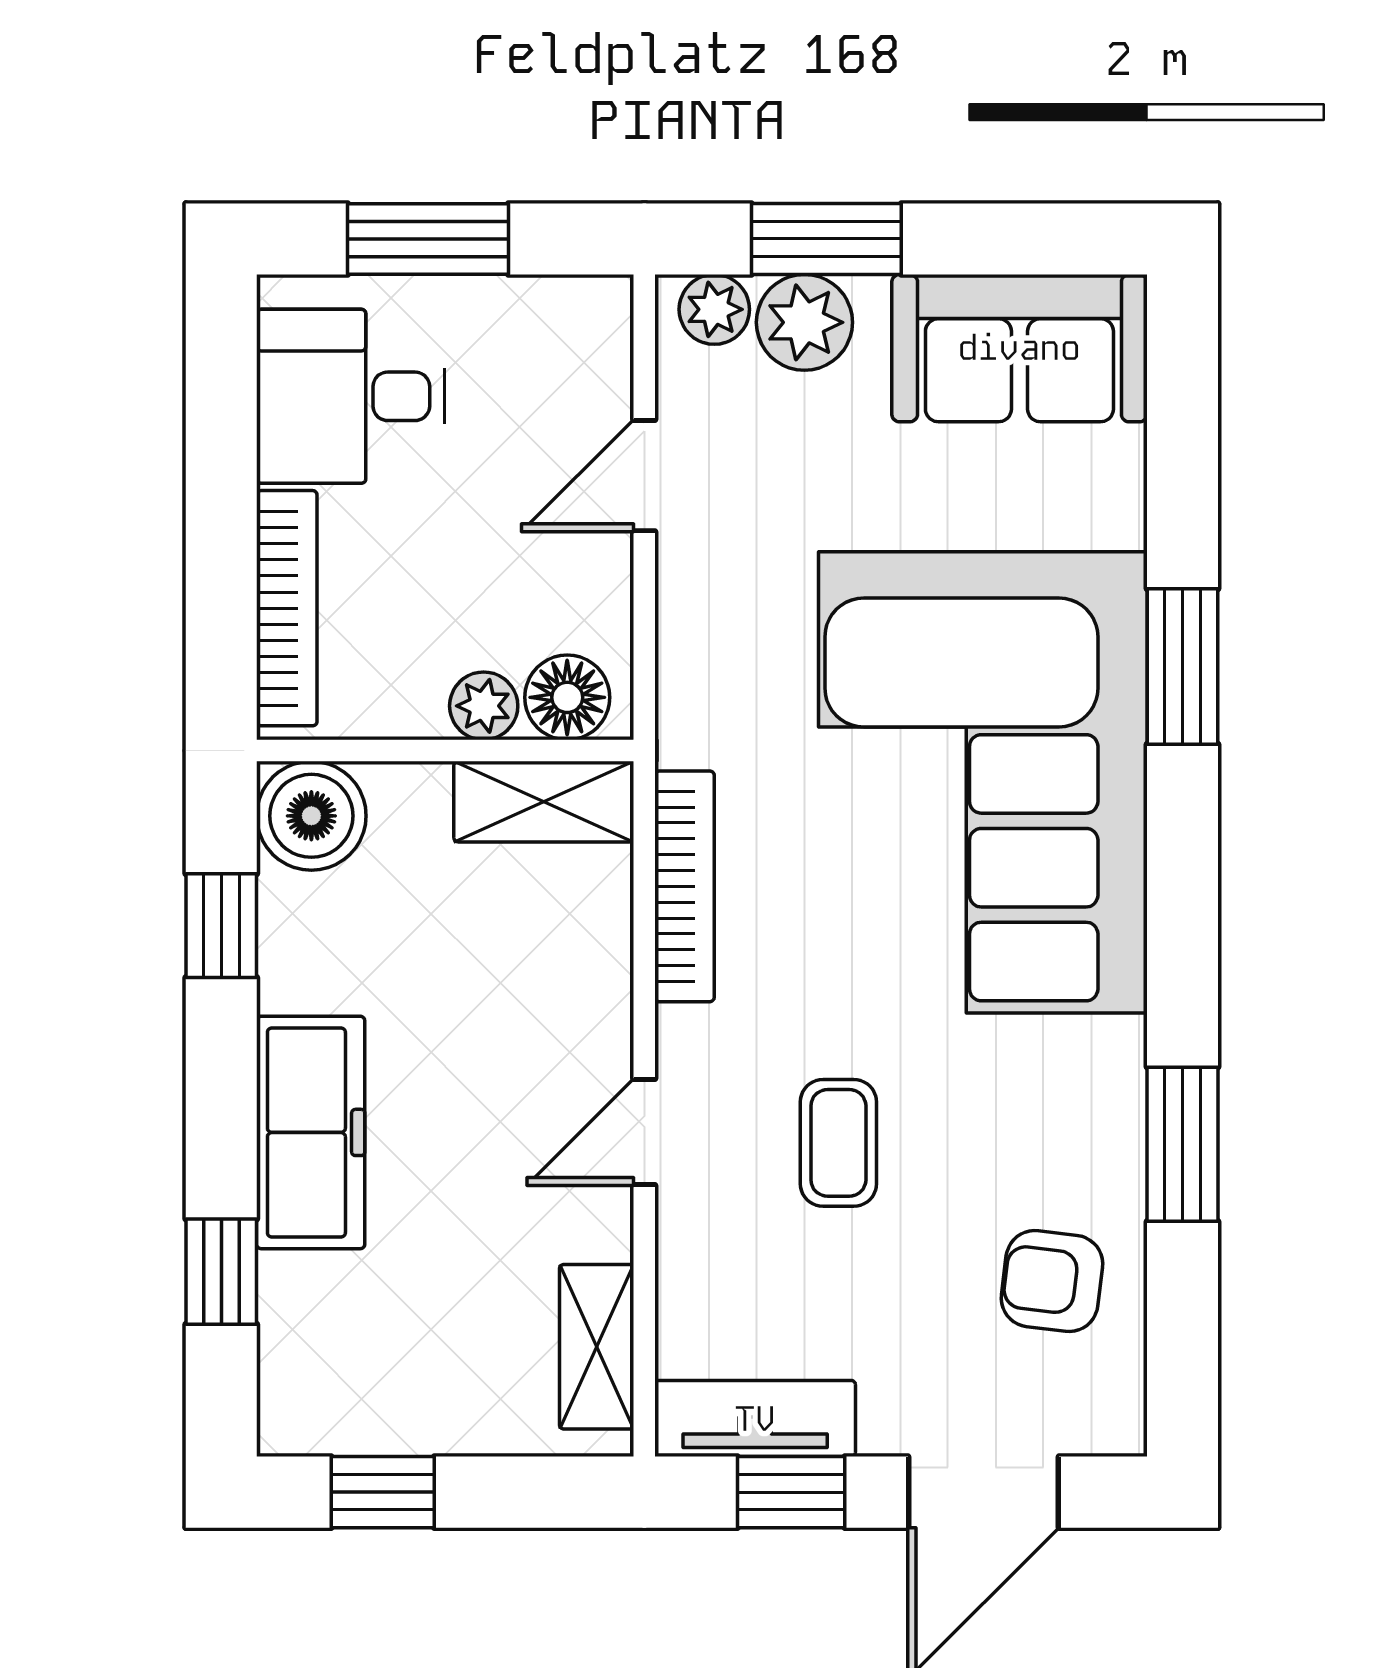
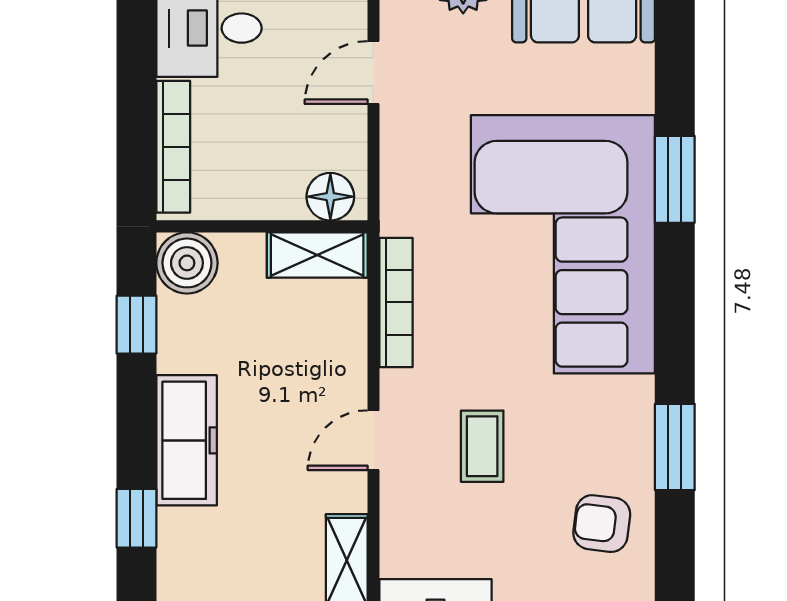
plant: (484, 706) -> (283, 201), removed

